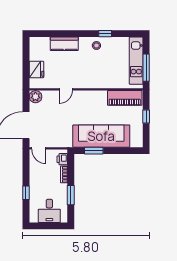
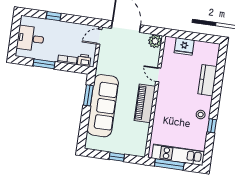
piano: (125, 98) -> (145, 103), moved

